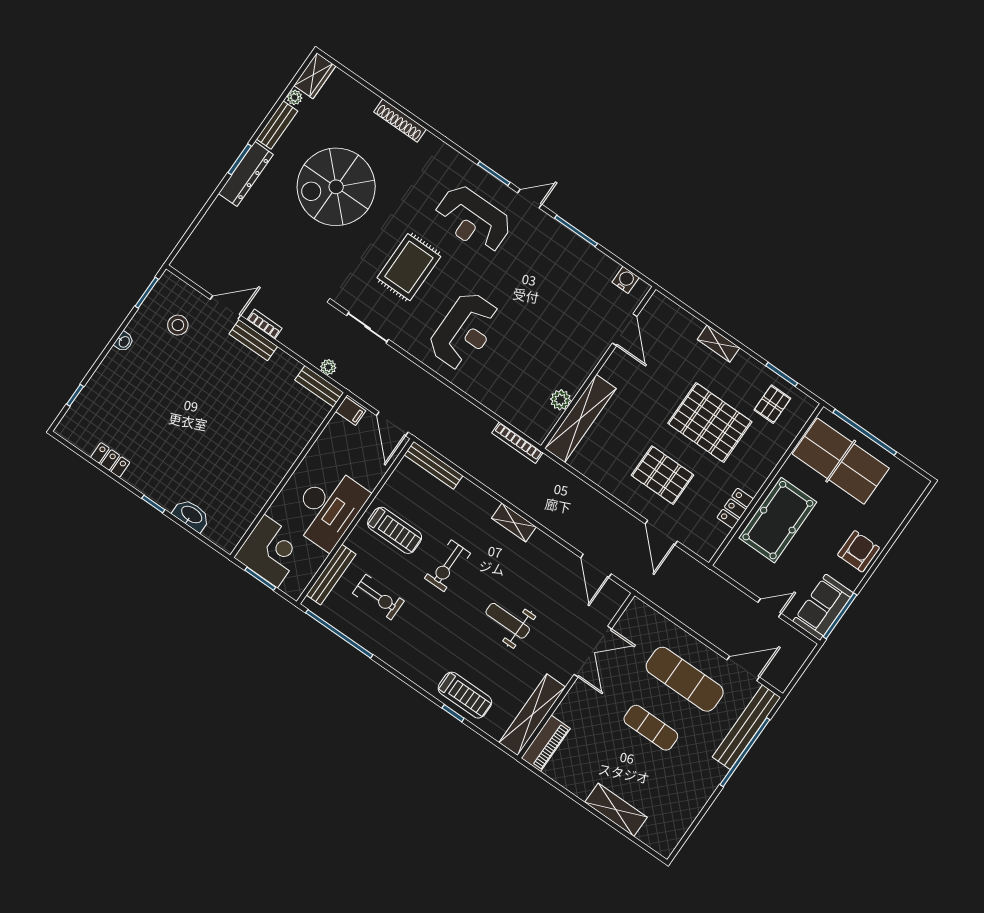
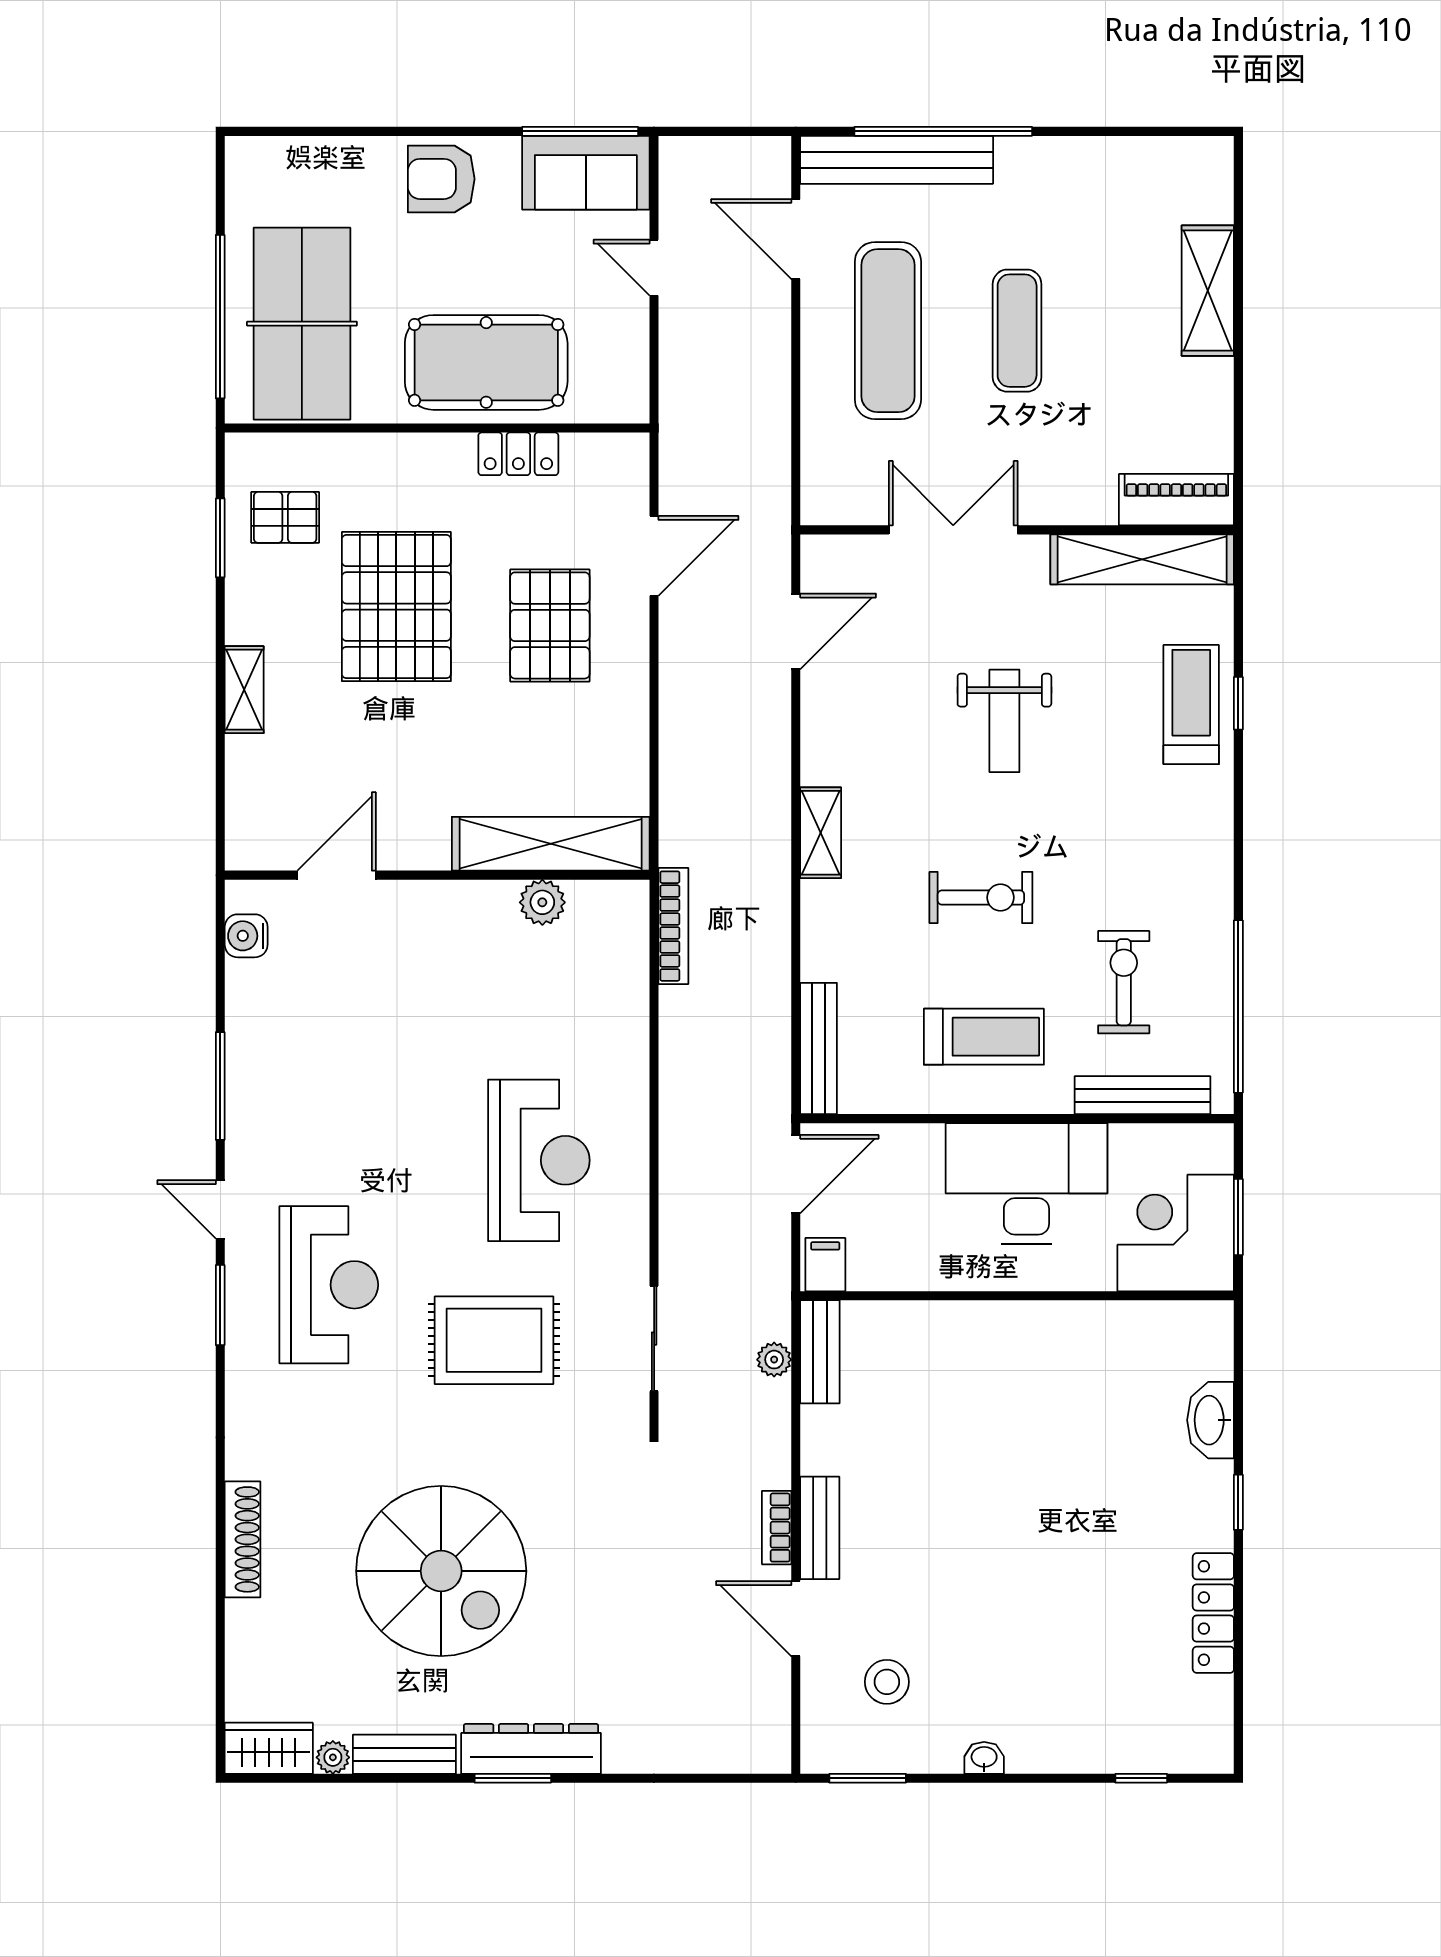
reception desk: (465, 331) -> (539, 1160), turned 90
locker: (110, 460) -> (1213, 1613), width x1.53
treadmill: (395, 530) -> (984, 1037), turned 90

